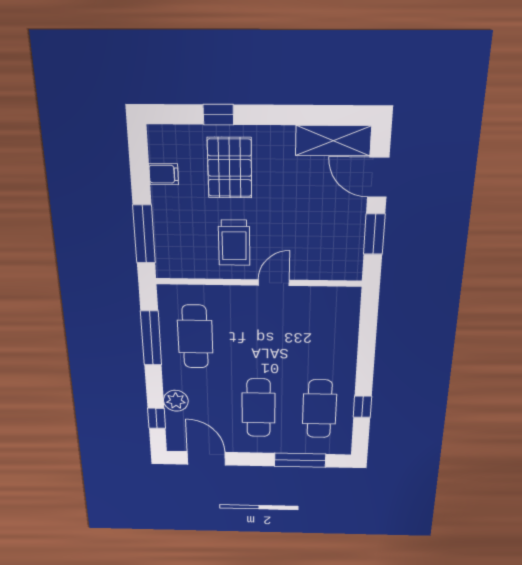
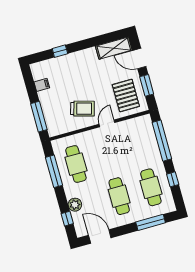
pallet: (230, 168) -> (126, 95), moved
trolley: (234, 243) -> (82, 109), turned -74
window: (367, 340) -> (162, 141), added

